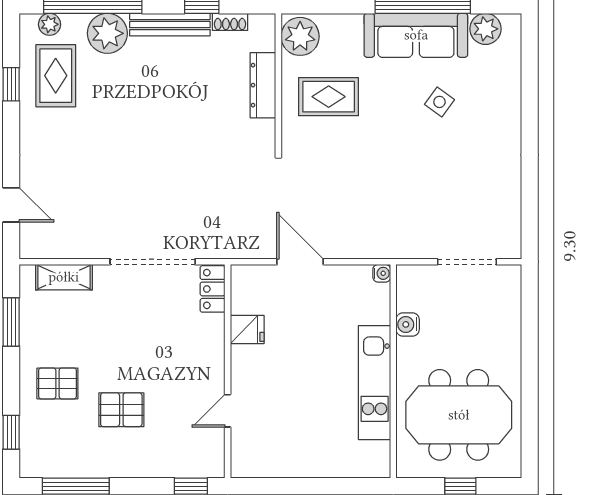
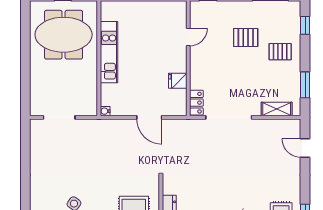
water cooler: (408, 324) -> (91, 83), removed

